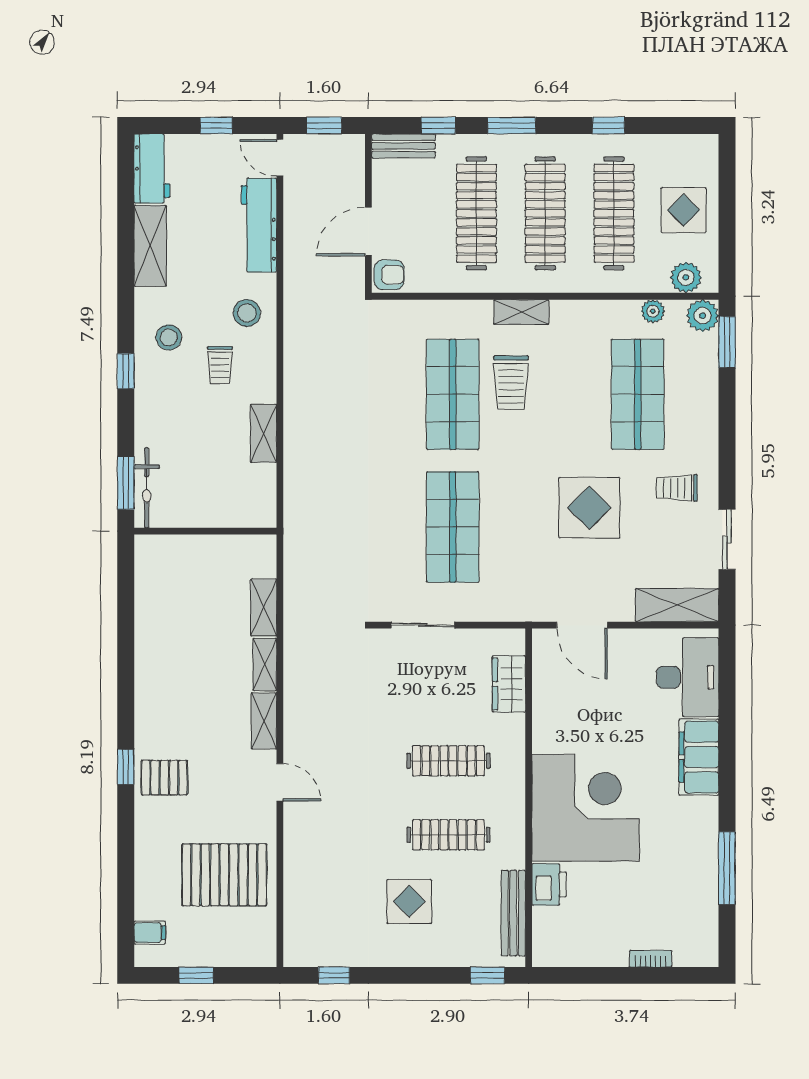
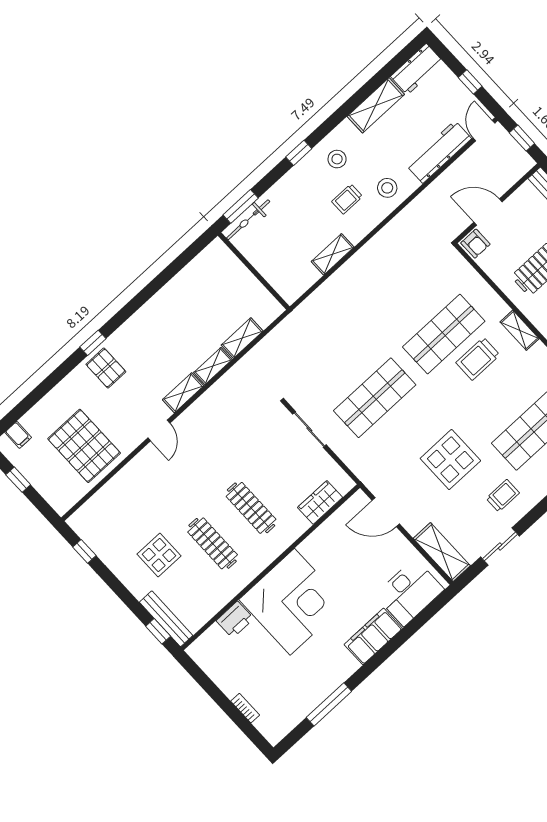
trolley: (677, 488) -> (503, 496), turned 90
door: (582, 625) -> (386, 512), hinge flipped
bench: (513, 913) -> (166, 619), moved, turned 90

